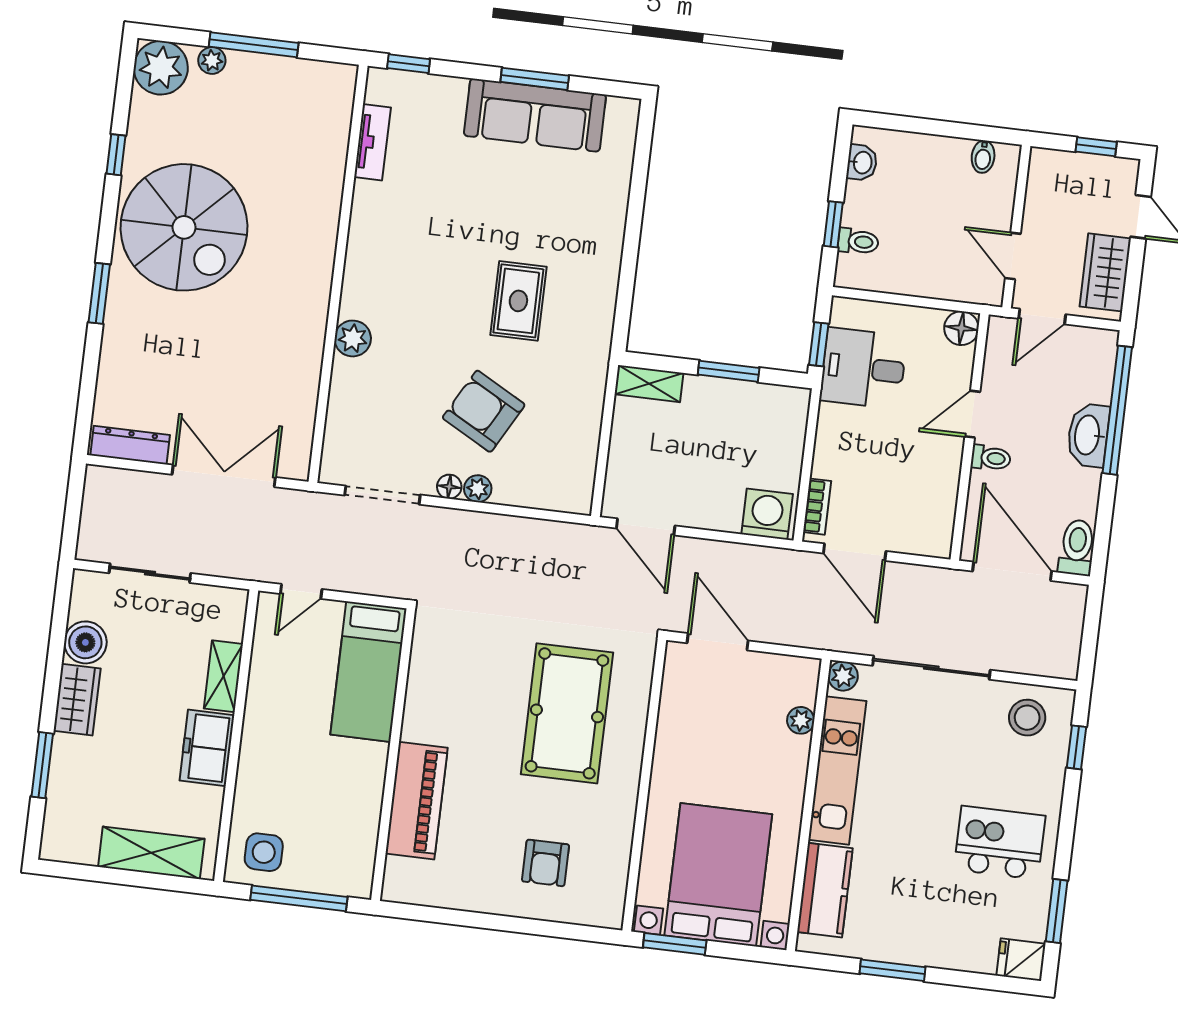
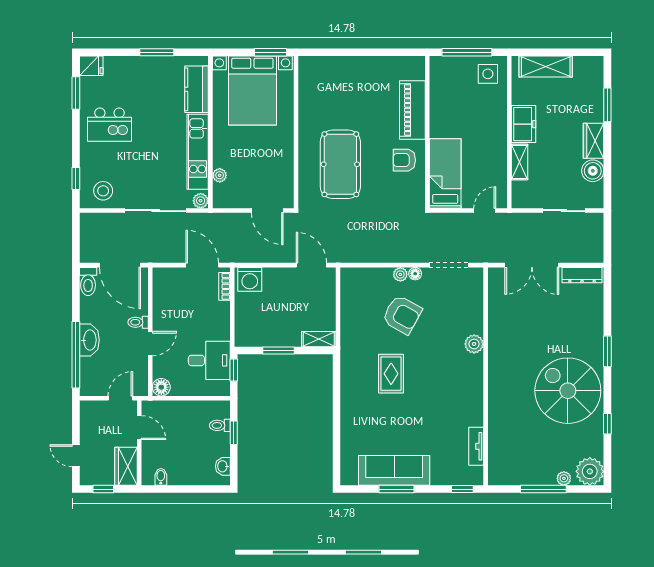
wardrobe: (1105, 272) -> (126, 466), moved, turned 180
armchair: (546, 863) -> (404, 160), moved, turned -90

